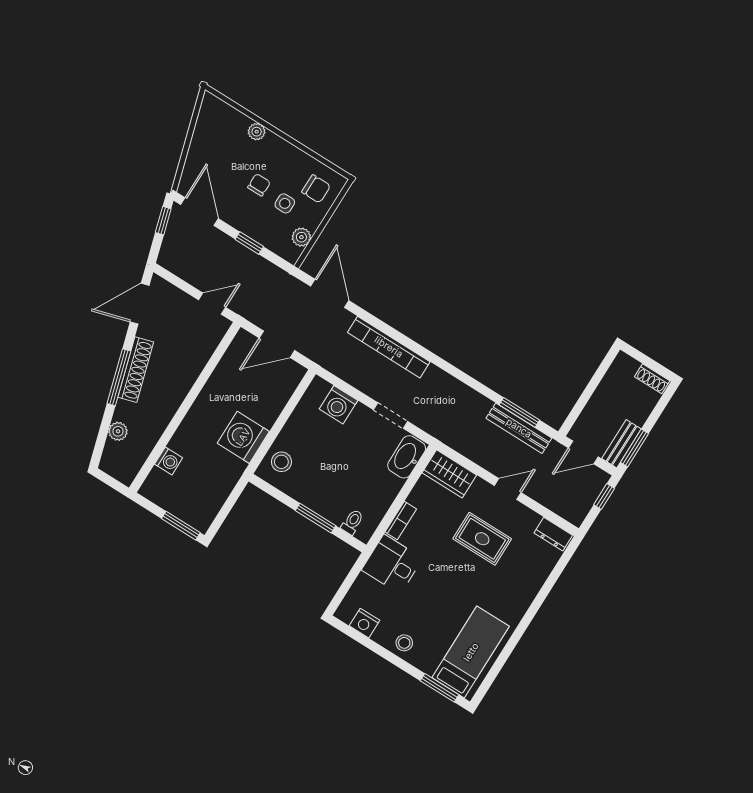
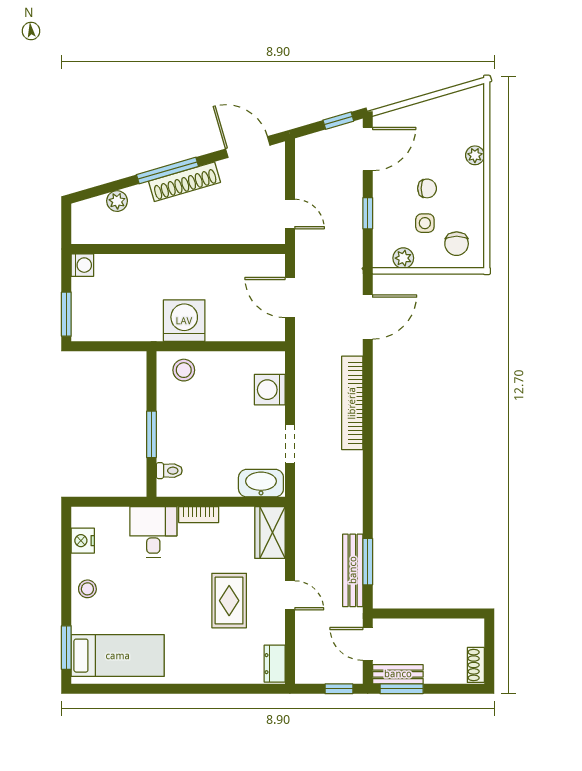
washing machine: (169, 461) -> (82, 265), moved, turned -90

